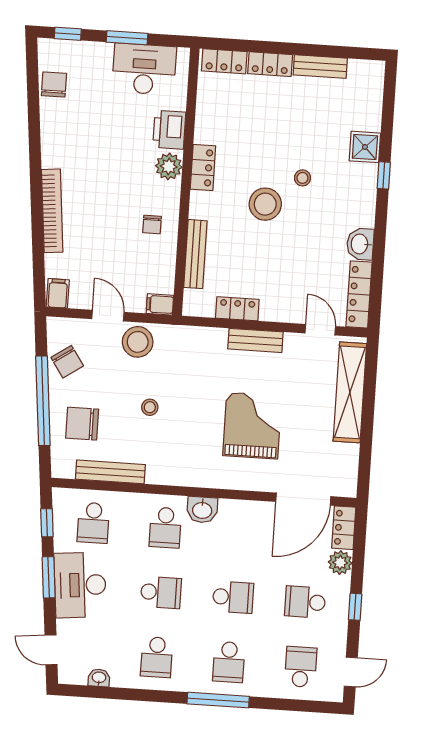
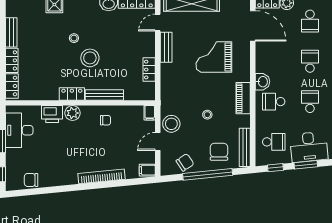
bench: (195, 254) -> (104, 95), moved
bench: (255, 340) -> (166, 47), moved
chair: (82, 424) -> (219, 152), turned 180
bench: (110, 472) -> (245, 147), moved
piano: (175, 473) -> (243, 98), added
school desk: (165, 528) -> (274, 102), turned 180

